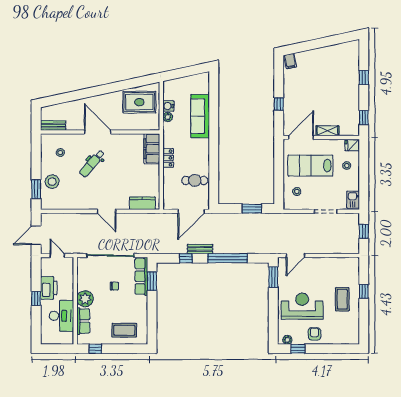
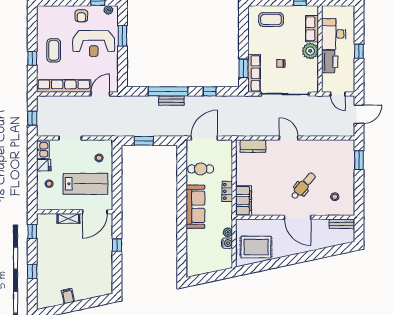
filing cabinet: (290, 61) -> (68, 296), moved
sofa: (200, 116) -> (195, 207), moved
fridge: (352, 145) -> (44, 165), moved
stool: (52, 182) -> (343, 168), removed
bench: (200, 249) -> (171, 101), moved
row of seats: (332, 264) -> (64, 86), added
window: (273, 277) -> (122, 36), moved
printer: (49, 288) -> (330, 62), moved, turned 180

